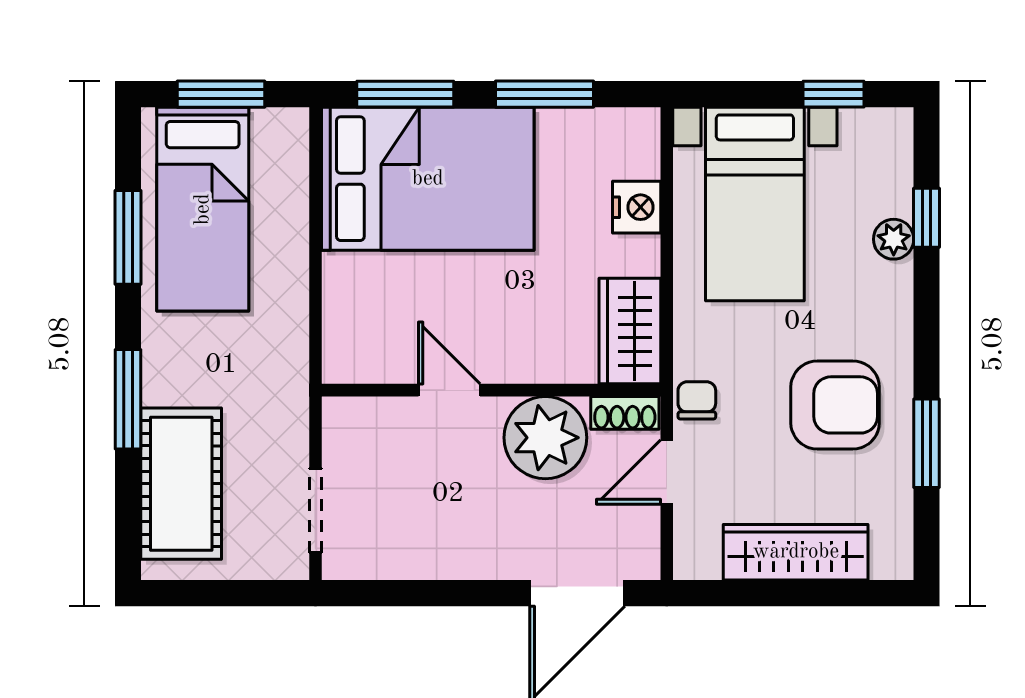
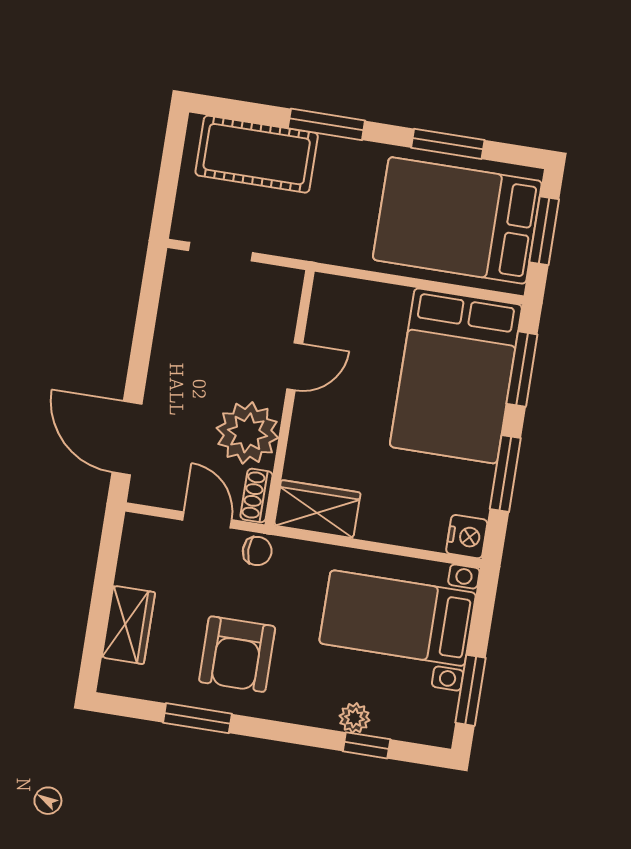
window: (833, 94) -> (471, 690), width x1.50
nightstand: (637, 207) -> (467, 537), moved, turned -90
bed: (203, 209) -> (457, 220), width x1.50
wardrobe: (796, 552) -> (128, 625), width x0.67

